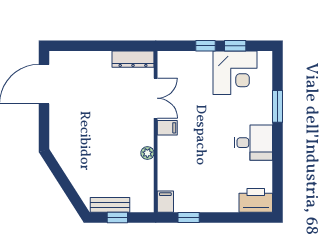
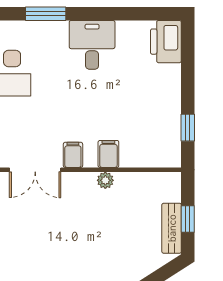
double door: (156, 98) -> (35, 170), swing flipped
filing cabinet: (165, 202) -> (108, 154), moved, turned 90

